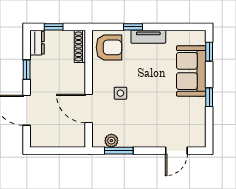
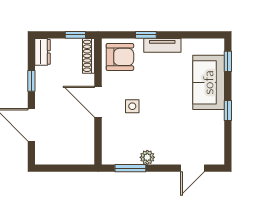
window: (54, 27) -> (75, 35), moved
door: (89, 108) -> (98, 102), moved
plant: (111, 141) -> (147, 157), moved

